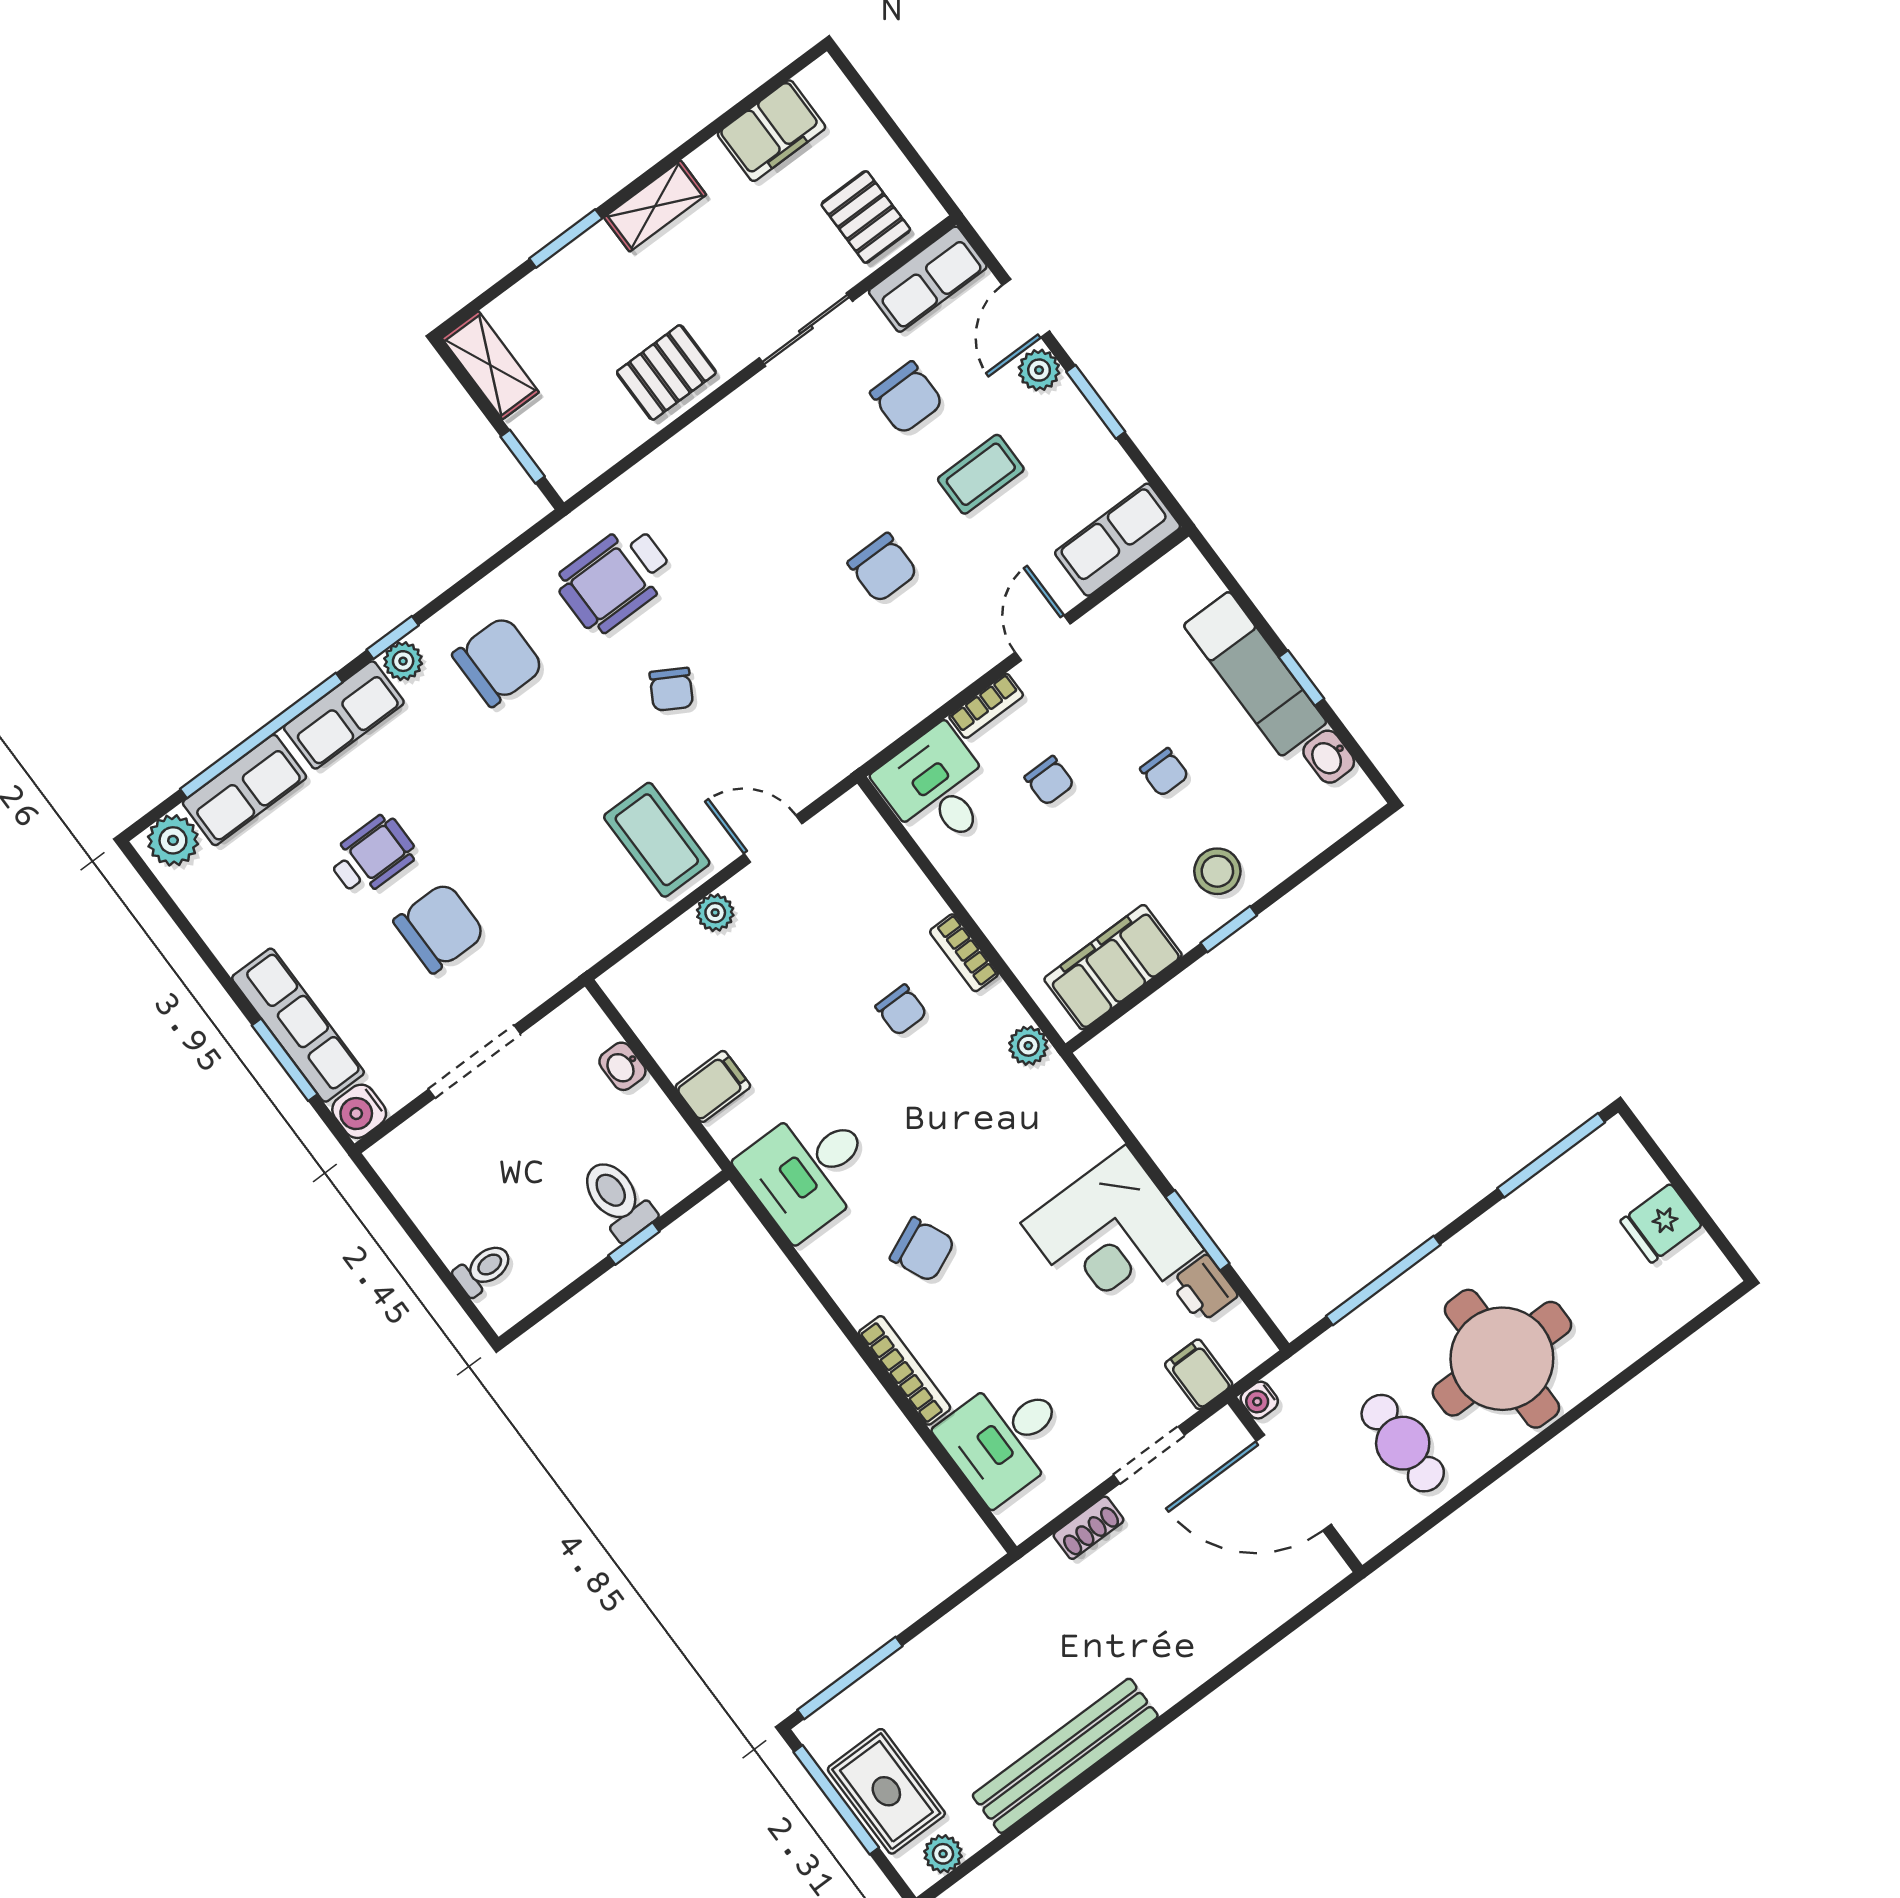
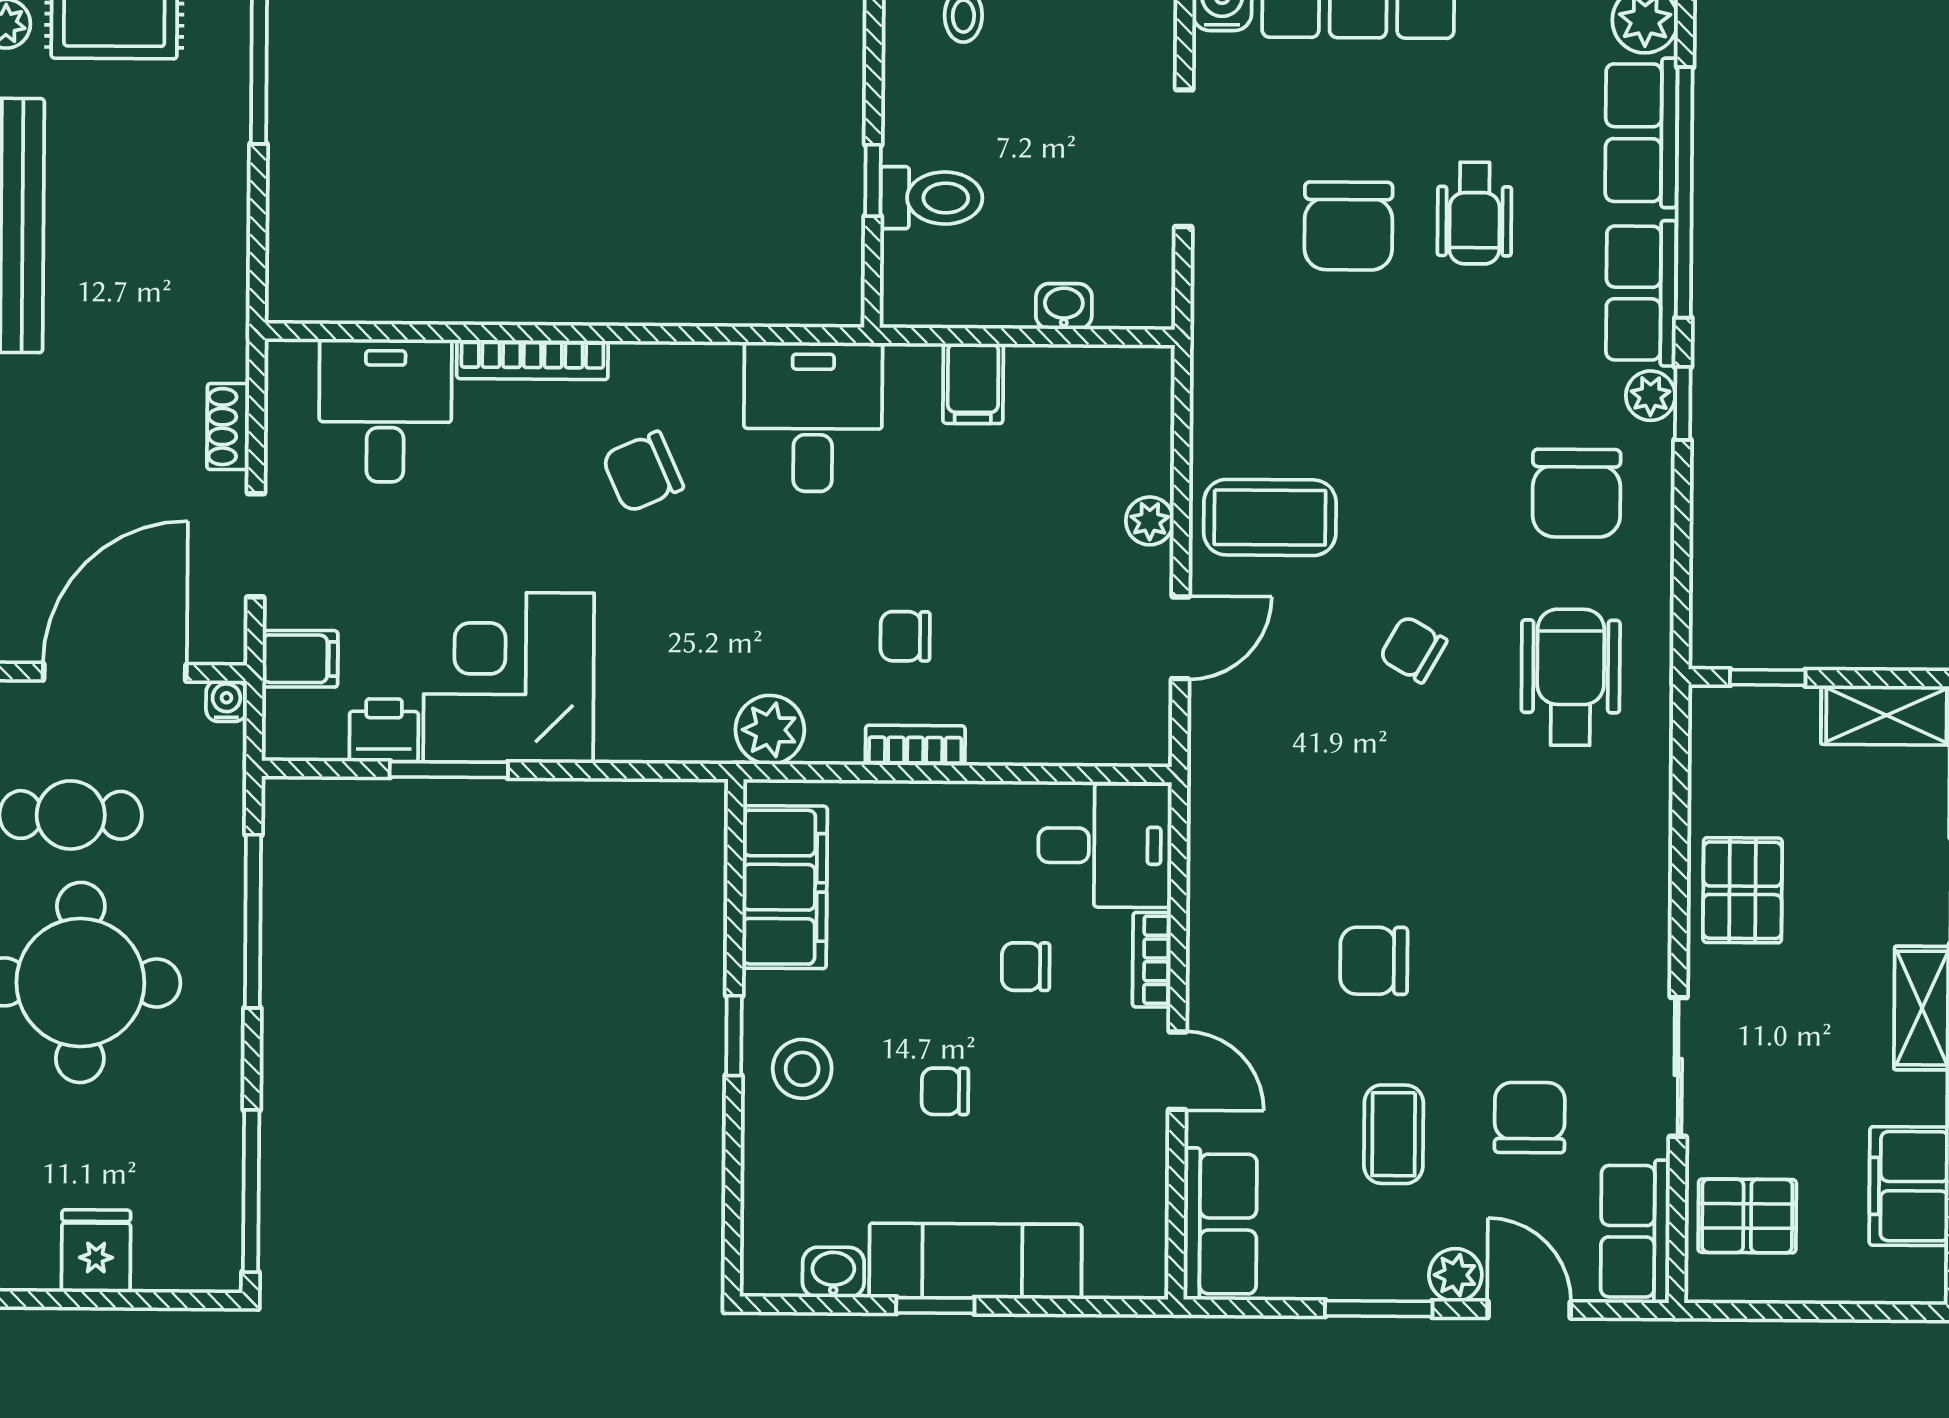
chair: (907, 398) -> (1530, 1118), turned 90
plant: (1028, 1046) -> (770, 730), width x1.38, depth x1.38

